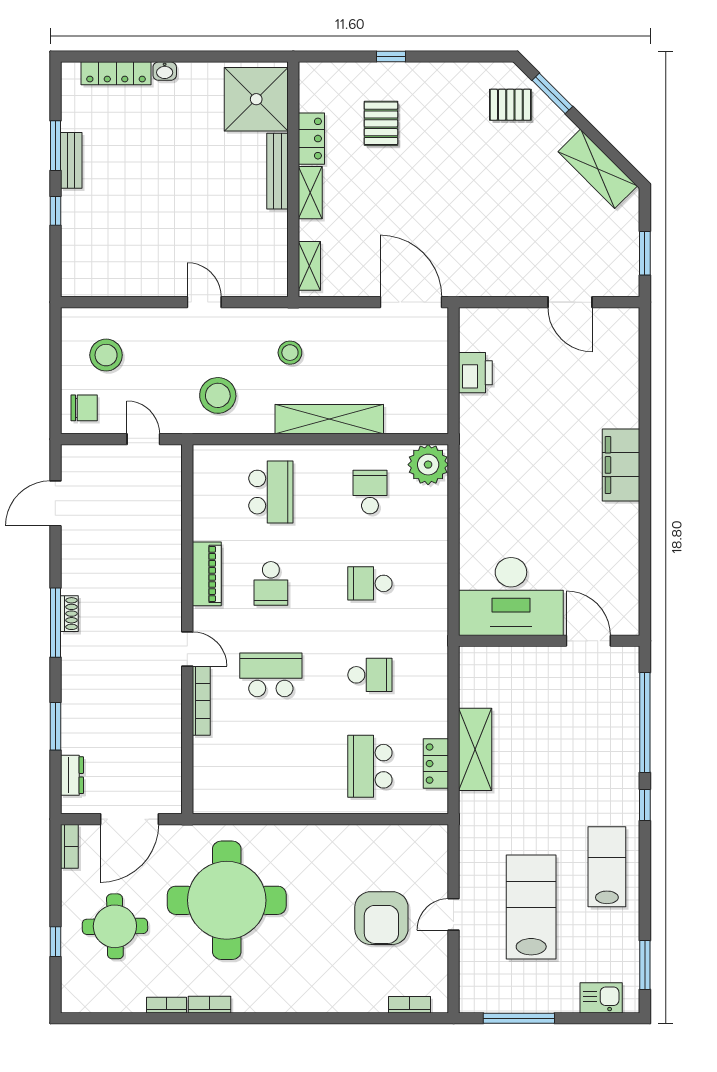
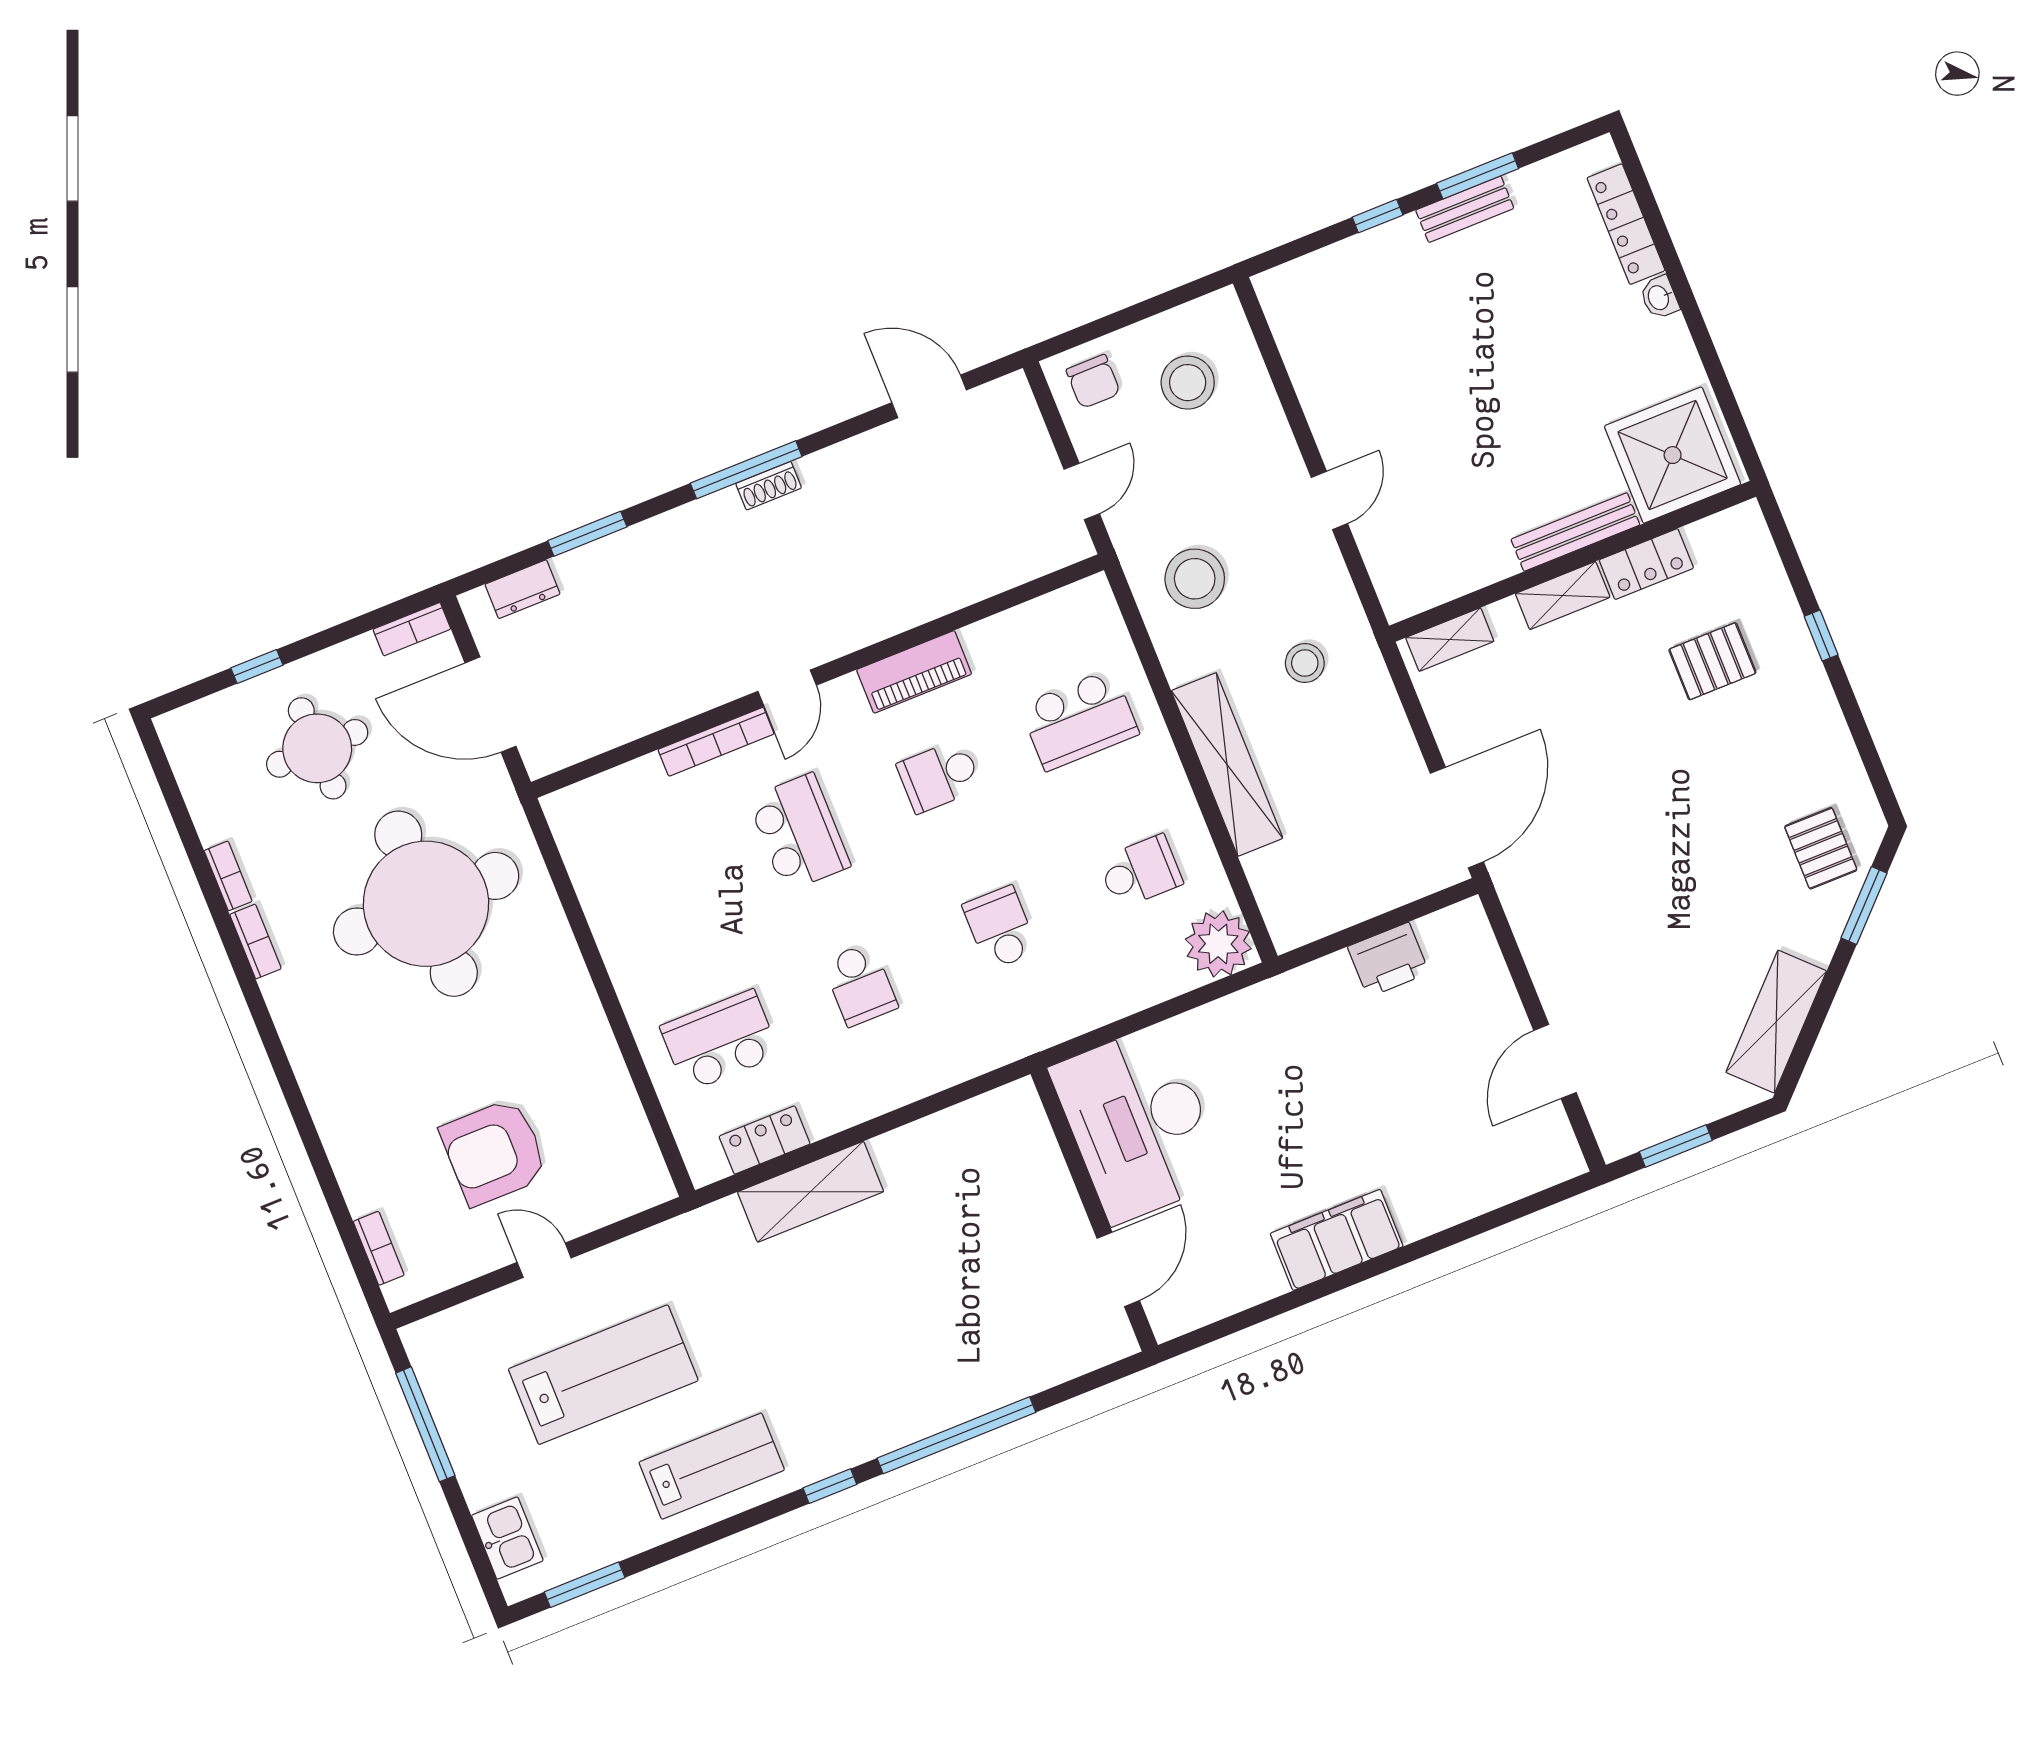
desk: (511, 596) -> (1138, 1124), moved
wall: (549, 641) -> (1094, 1209), moved
door: (588, 641) -> (1118, 1269), moved

